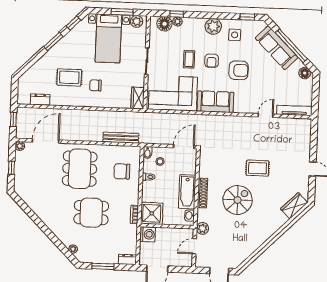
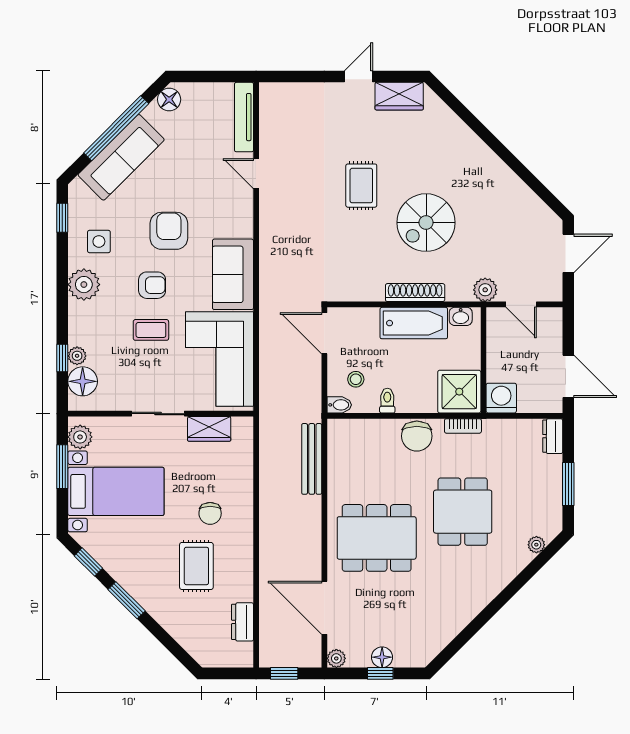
wardrobe: (138, 98) -> (209, 429), moved
floor lamp: (19, 169) -> (382, 657), added
chair: (122, 171) -> (417, 436), moved
spiral stairs: (238, 200) -> (426, 223), turned -90
wardrobe: (294, 206) -> (399, 96), moved, turned -45

